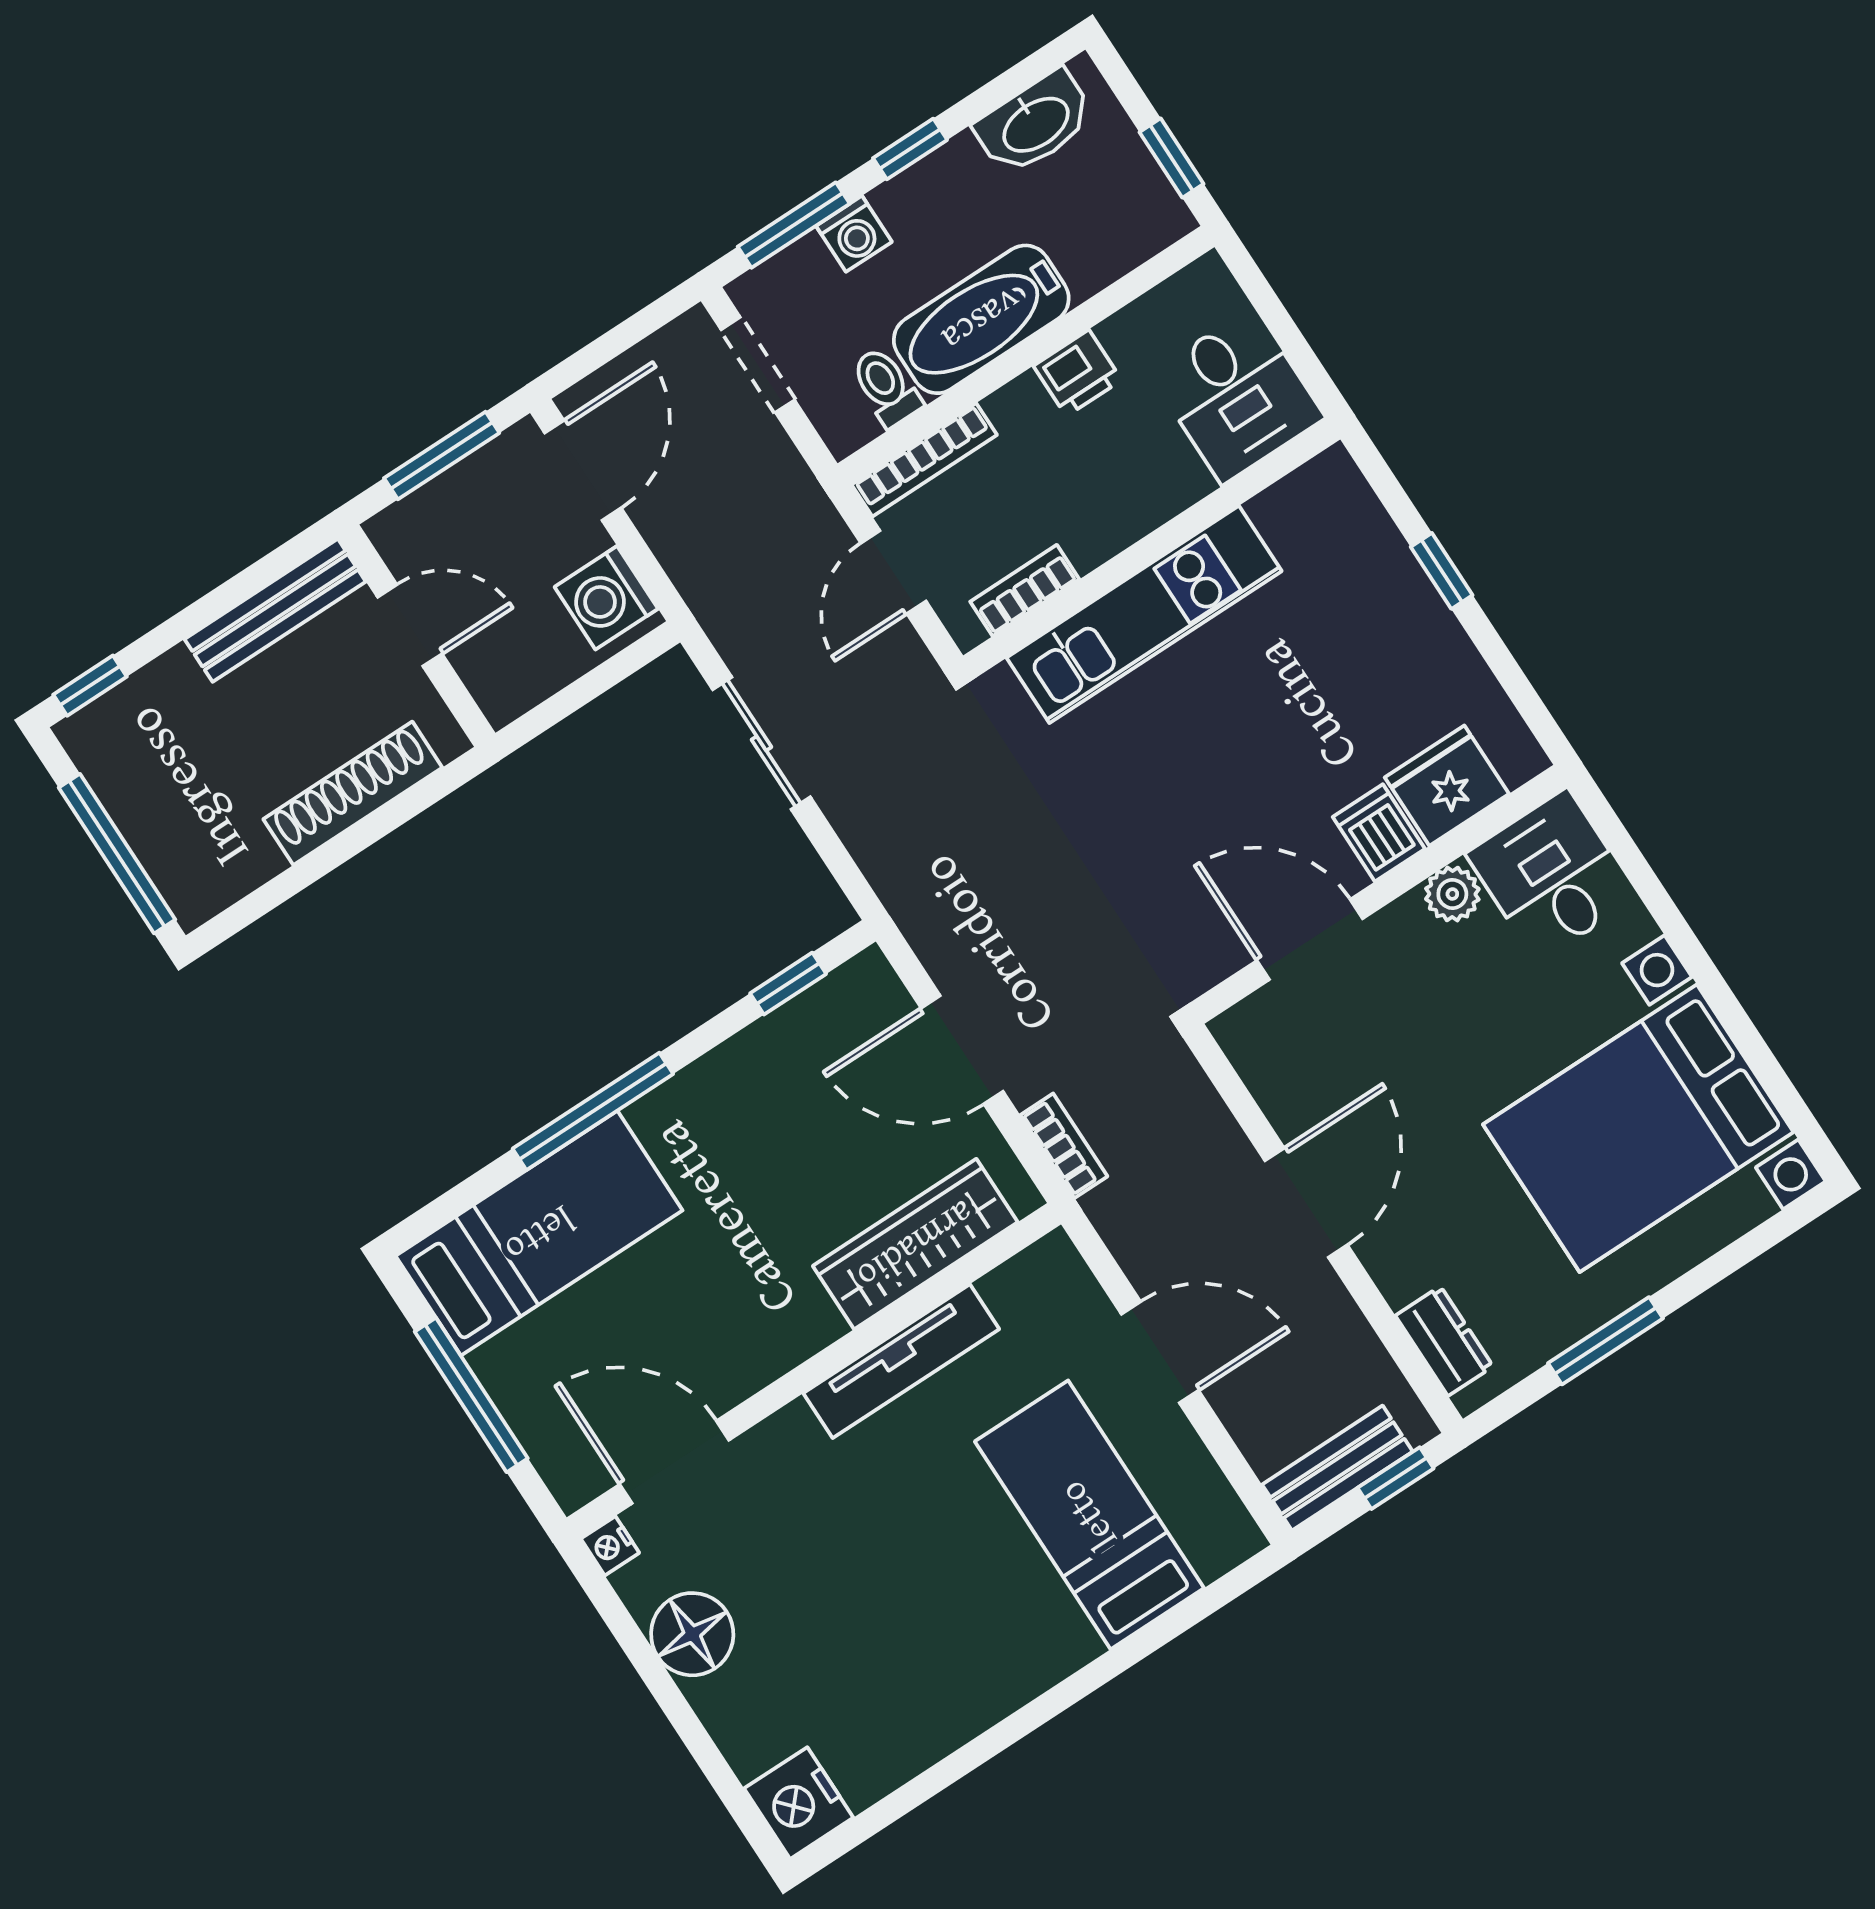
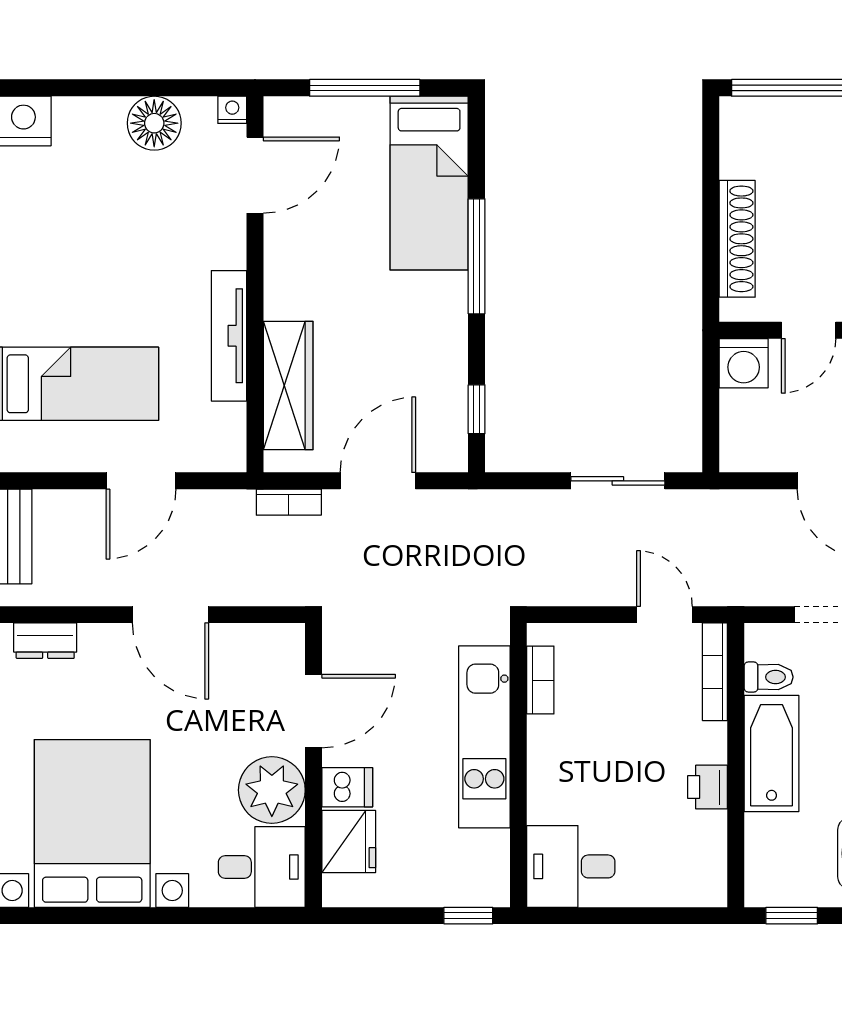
desk: (1237, 396) -> (571, 866), moved
wall: (1152, 547) -> (518, 765), moved
bookcase: (1025, 590) -> (540, 680), moved
washing machine: (606, 598) -> (744, 363), moved, turned 180
kitchen unit: (1144, 614) -> (484, 737), moved
plant: (1452, 894) -> (272, 790), width x1.88, depth x1.88

